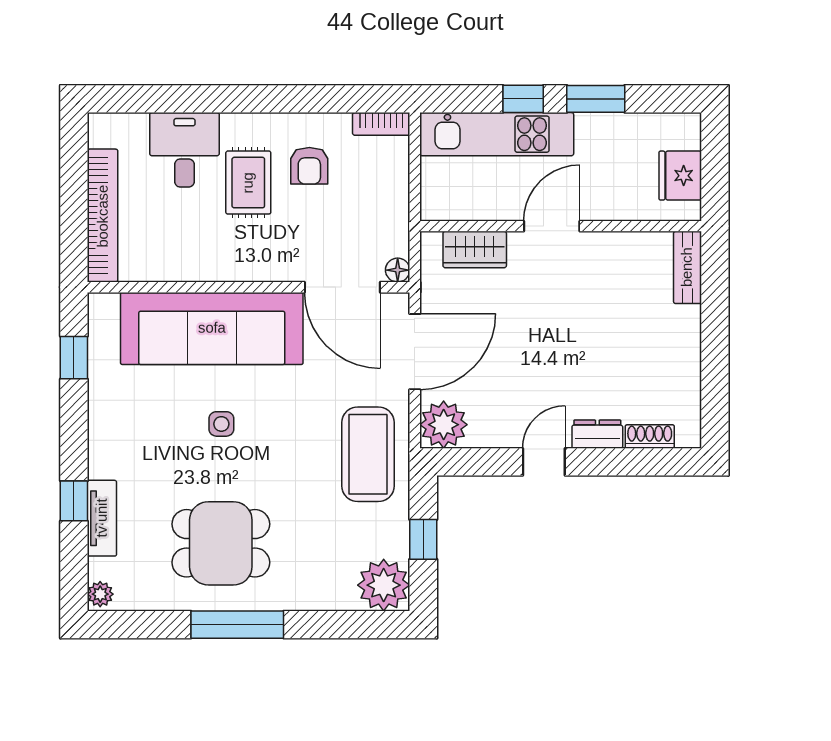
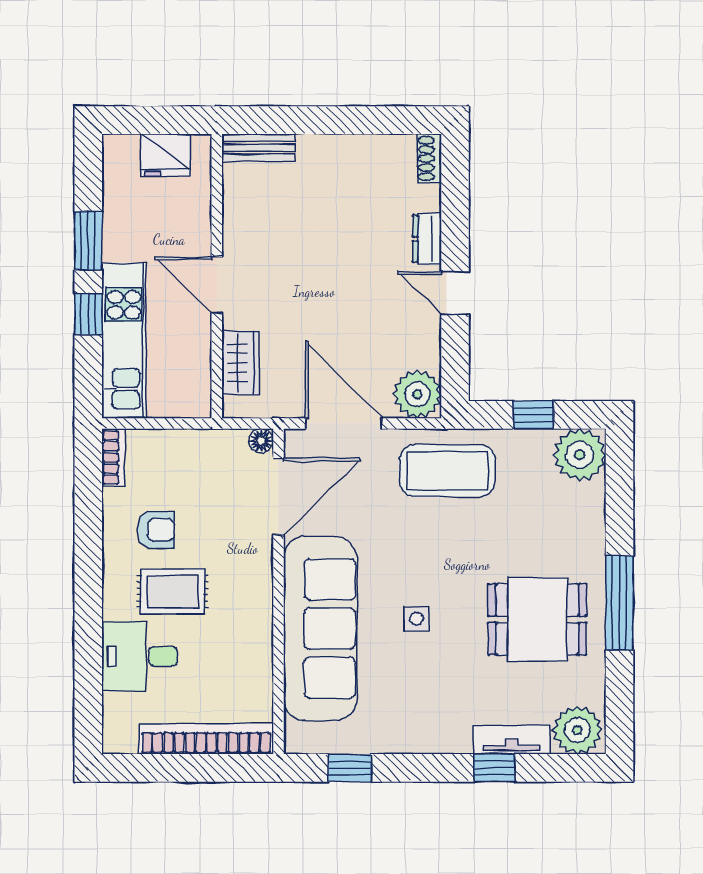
shoe rack: (650, 436) -> (429, 158), moved
dining table: (221, 543) -> (537, 619), turned 90
plant: (100, 594) -> (577, 730), width x1.88, depth x1.88

